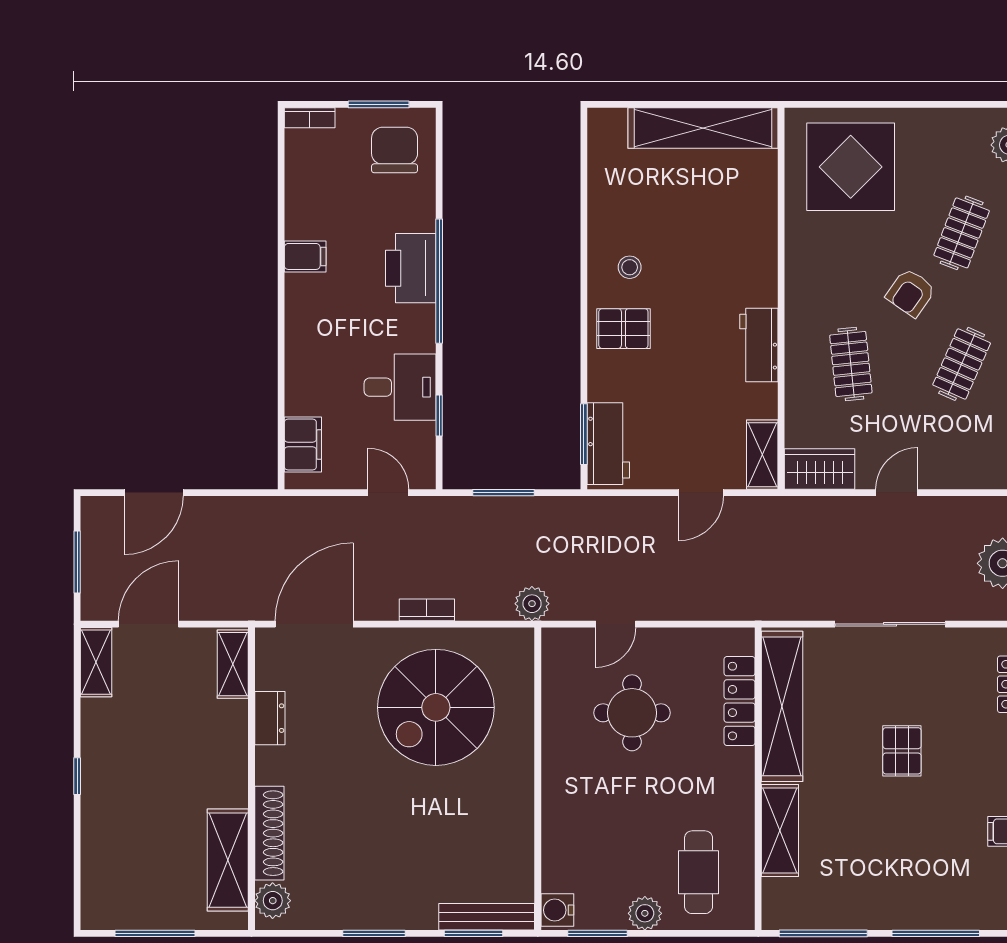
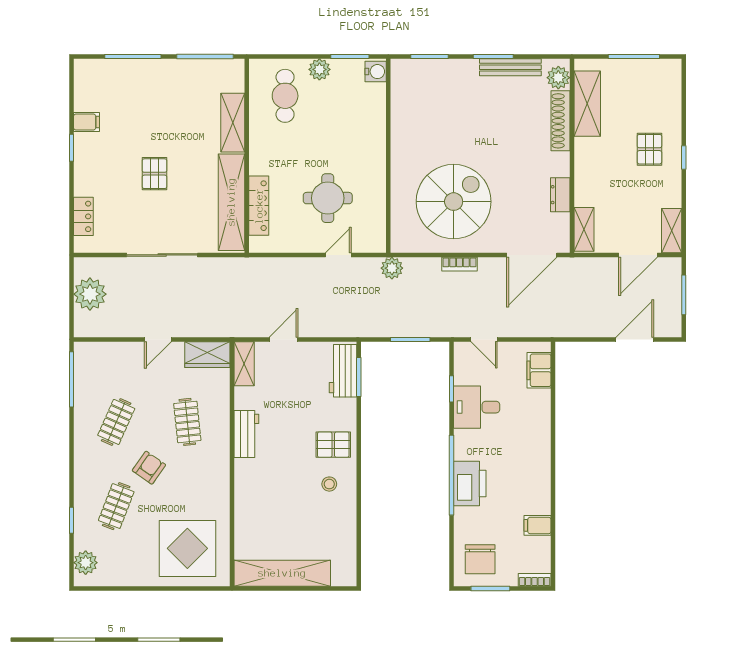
filing cabinet: (305, 256) -> (538, 525), moved
pallet: (131, 789) -> (649, 149), added
bench: (487, 917) -> (510, 67), moved

